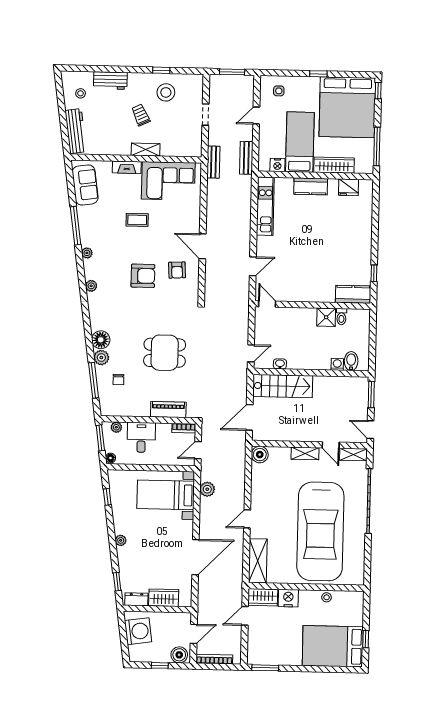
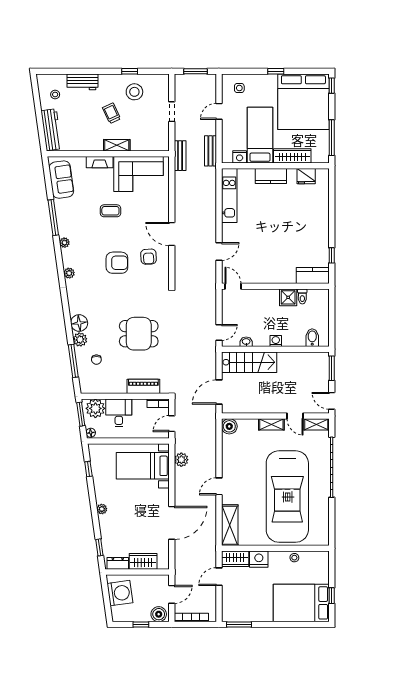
washing machine: (337, 364) -> (276, 341), moved
plant: (116, 427) -> (95, 408), width x1.88, depth x1.88

